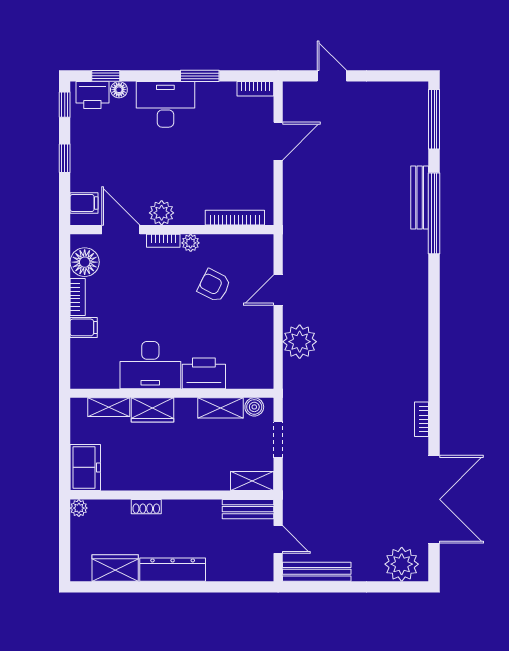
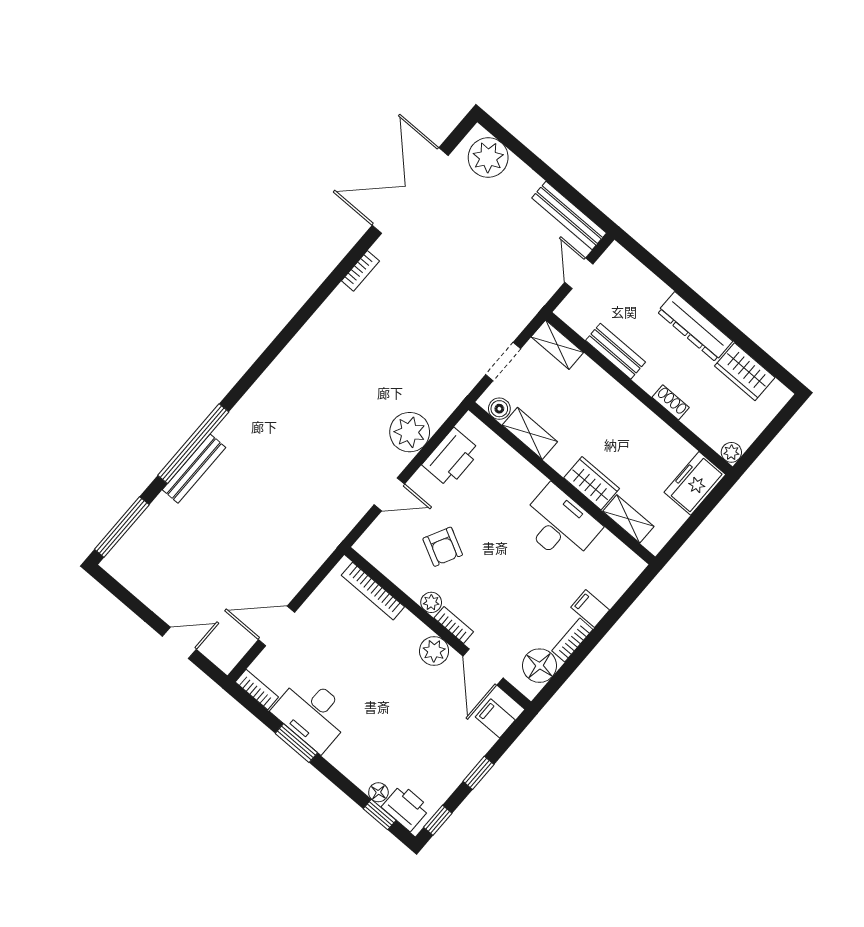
door: (332, 76) -> (179, 643), swing flipped
desk: (165, 104) -> (312, 713), moved
printer: (204, 373) -> (451, 458), moved, turned -90
bench: (248, 509) -> (615, 351), moved

